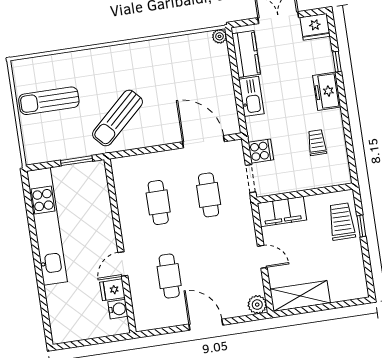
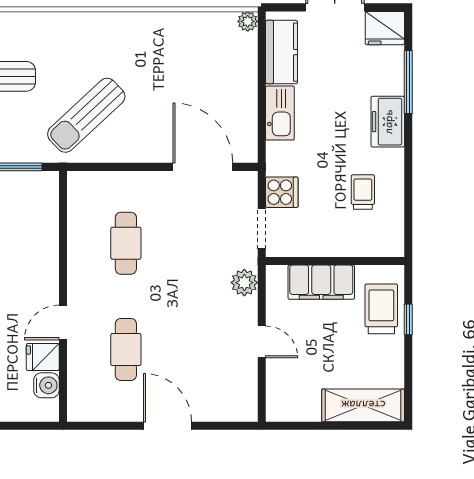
window: (337, 62) -> (408, 82), width x2.17
cafe table: (209, 195) -> (199, 243), removed
filing cabinet: (282, 212) -> (321, 282), moved
shelving: (300, 296) -> (363, 405), moved
plant: (257, 305) -> (244, 283), moved

